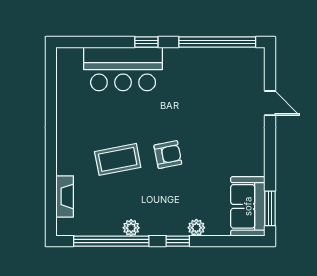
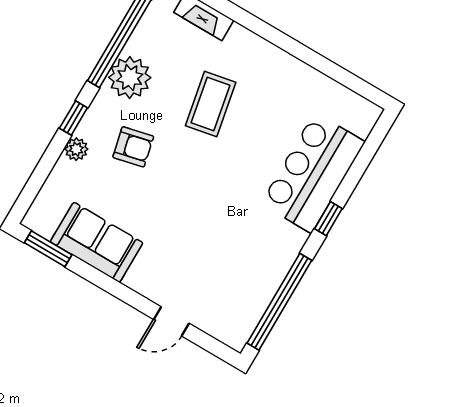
armchair: (168, 155) -> (133, 147), moved, turned -92
sofa: (248, 206) -> (97, 242), moved
plant: (131, 228) -> (130, 78), width x1.88, depth x1.88

